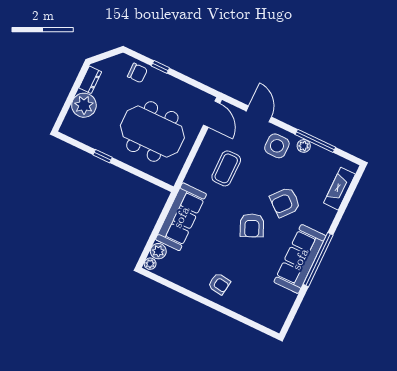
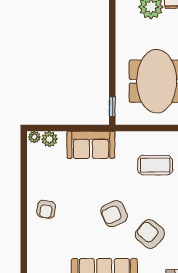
window: (103, 156) -> (112, 107), moved
sofa: (181, 217) -> (91, 145), width x0.73

